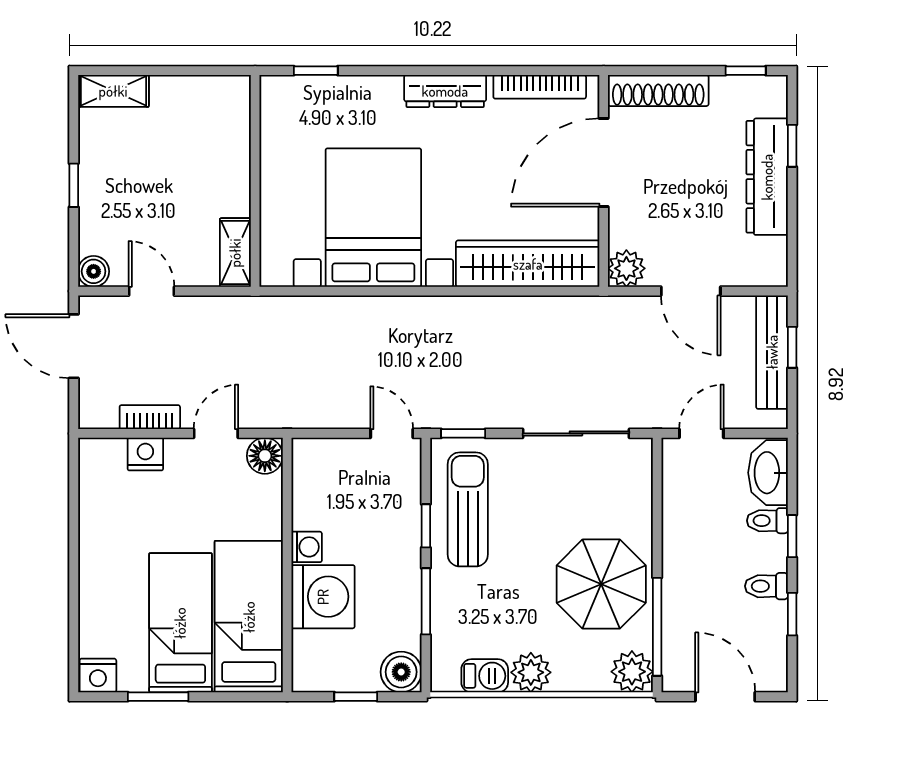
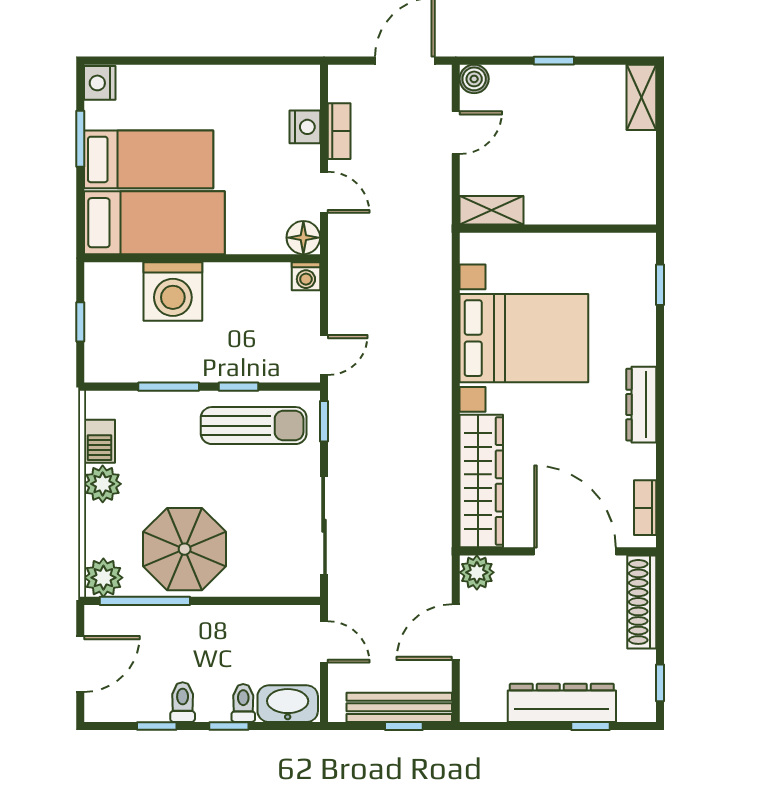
bookcase: (540, 87) -> (645, 508), width x0.64
washing machine: (307, 547) -> (306, 276), moved
boiler: (401, 672) -> (103, 364), removed

